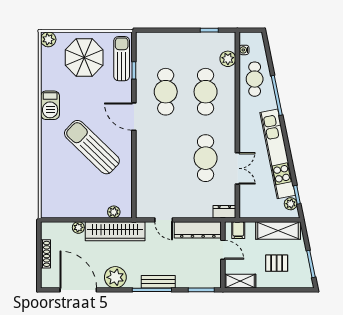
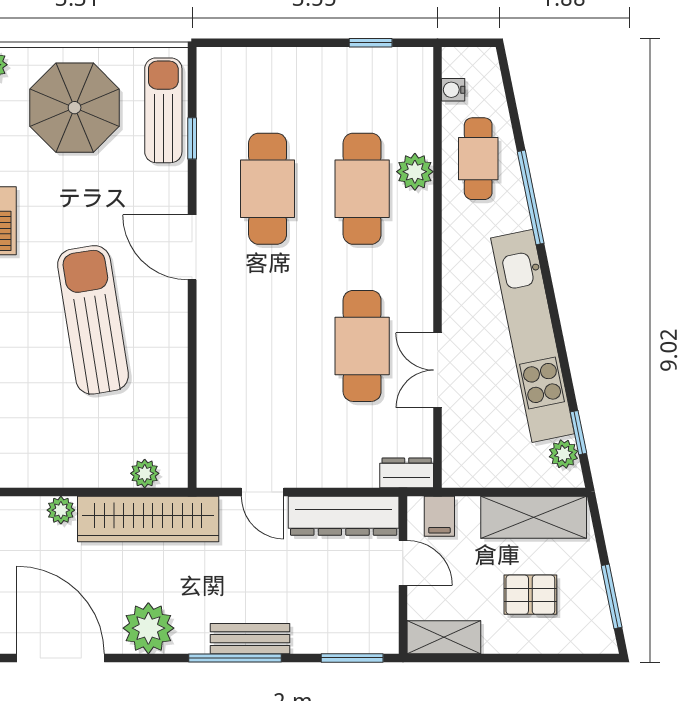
plant: (228, 59) -> (415, 172), moved
sun lounger: (92, 147) -> (93, 320), turned 37
double door: (237, 168) -> (438, 370), swing flipped

